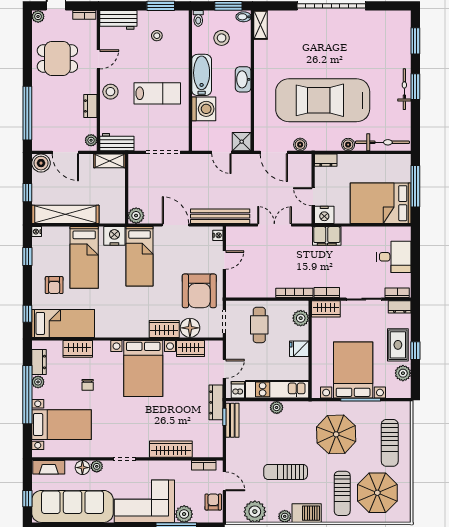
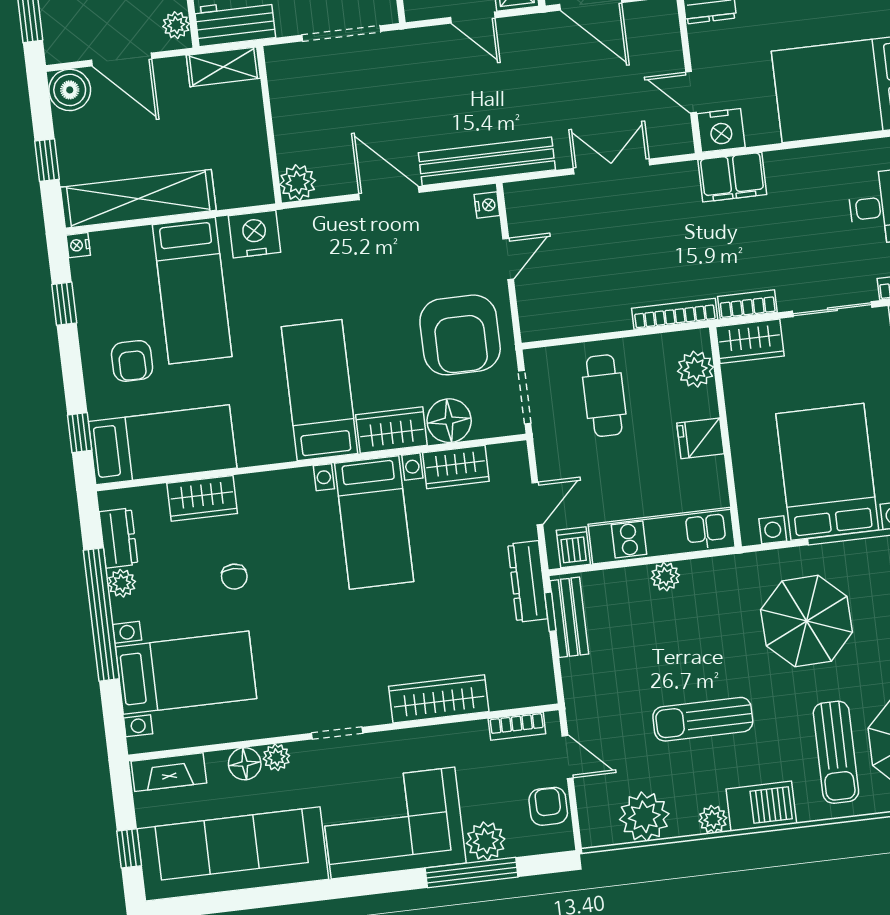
bed: (140, 256) -> (319, 390), moved, turned 180
bed with nightstands: (143, 369) -> (374, 522), width x0.73

